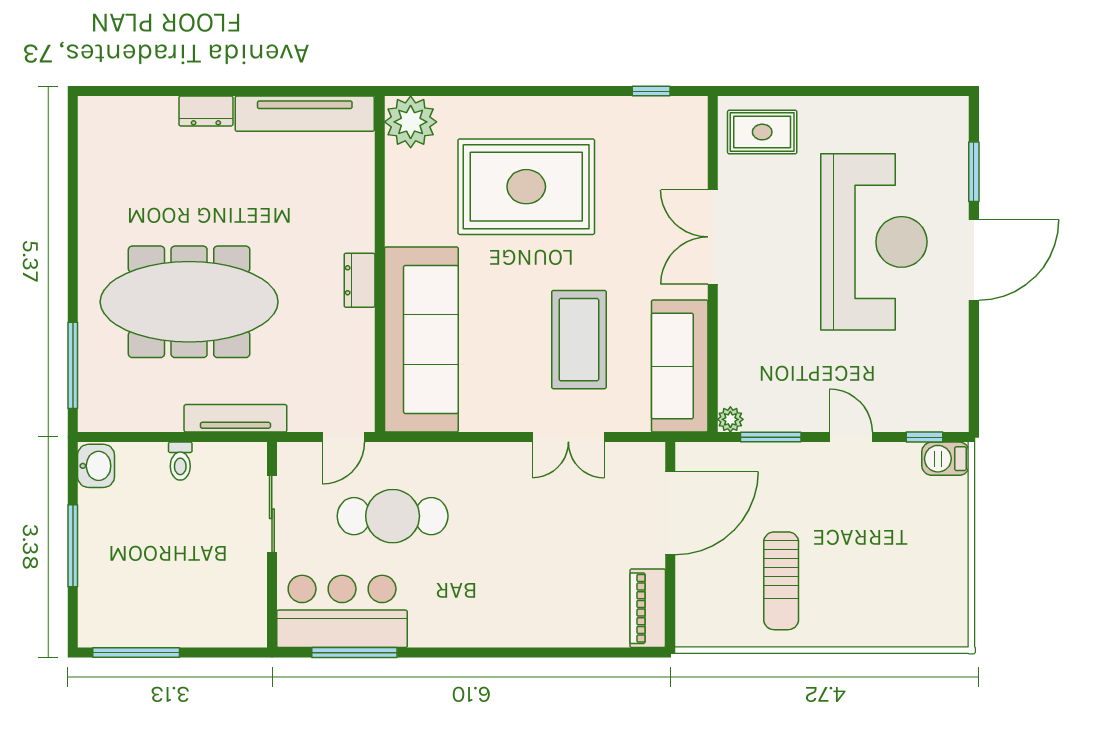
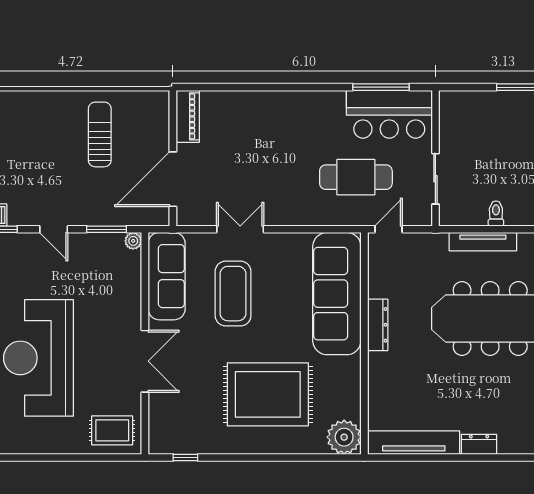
dresser: (360, 280) -> (378, 325), width x1.44
tv unit: (235, 418) -> (483, 242), moved

